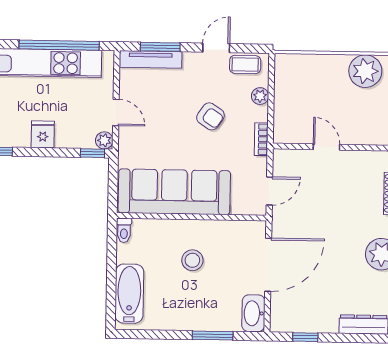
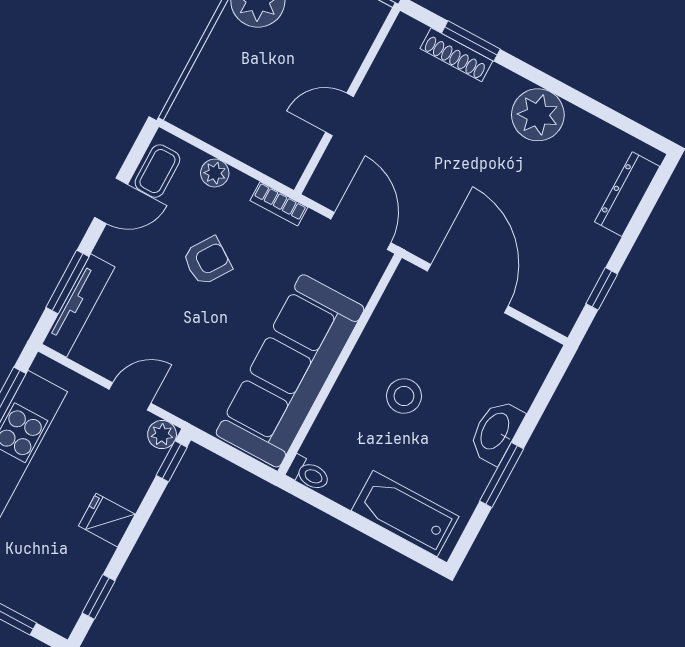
door: (216, 48) -> (111, 201), swing flipped
door: (269, 191) -> (361, 231), width x1.38
washbasin: (253, 313) -> (496, 432), moved, turned 90
window: (213, 336) -> (502, 475), moved

